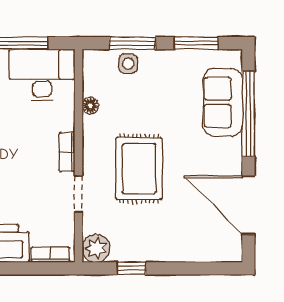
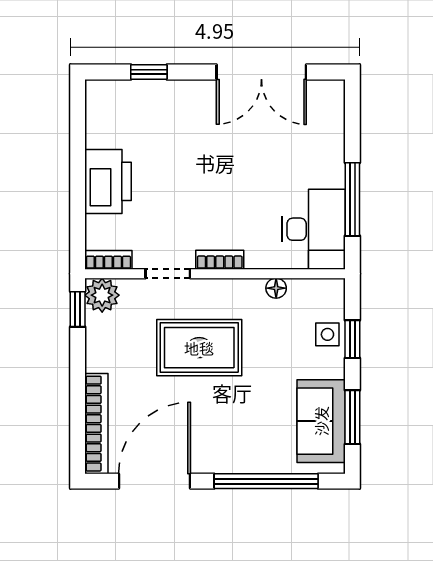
window: (132, 43) -> (352, 339), width x0.67
sofa: (223, 102) -> (321, 421), moved, turned -90
bookcase: (201, 253) -> (96, 424), added
bookcase: (50, 255) -> (108, 260), moved, turned -90
window: (131, 268) -> (78, 309), moved

